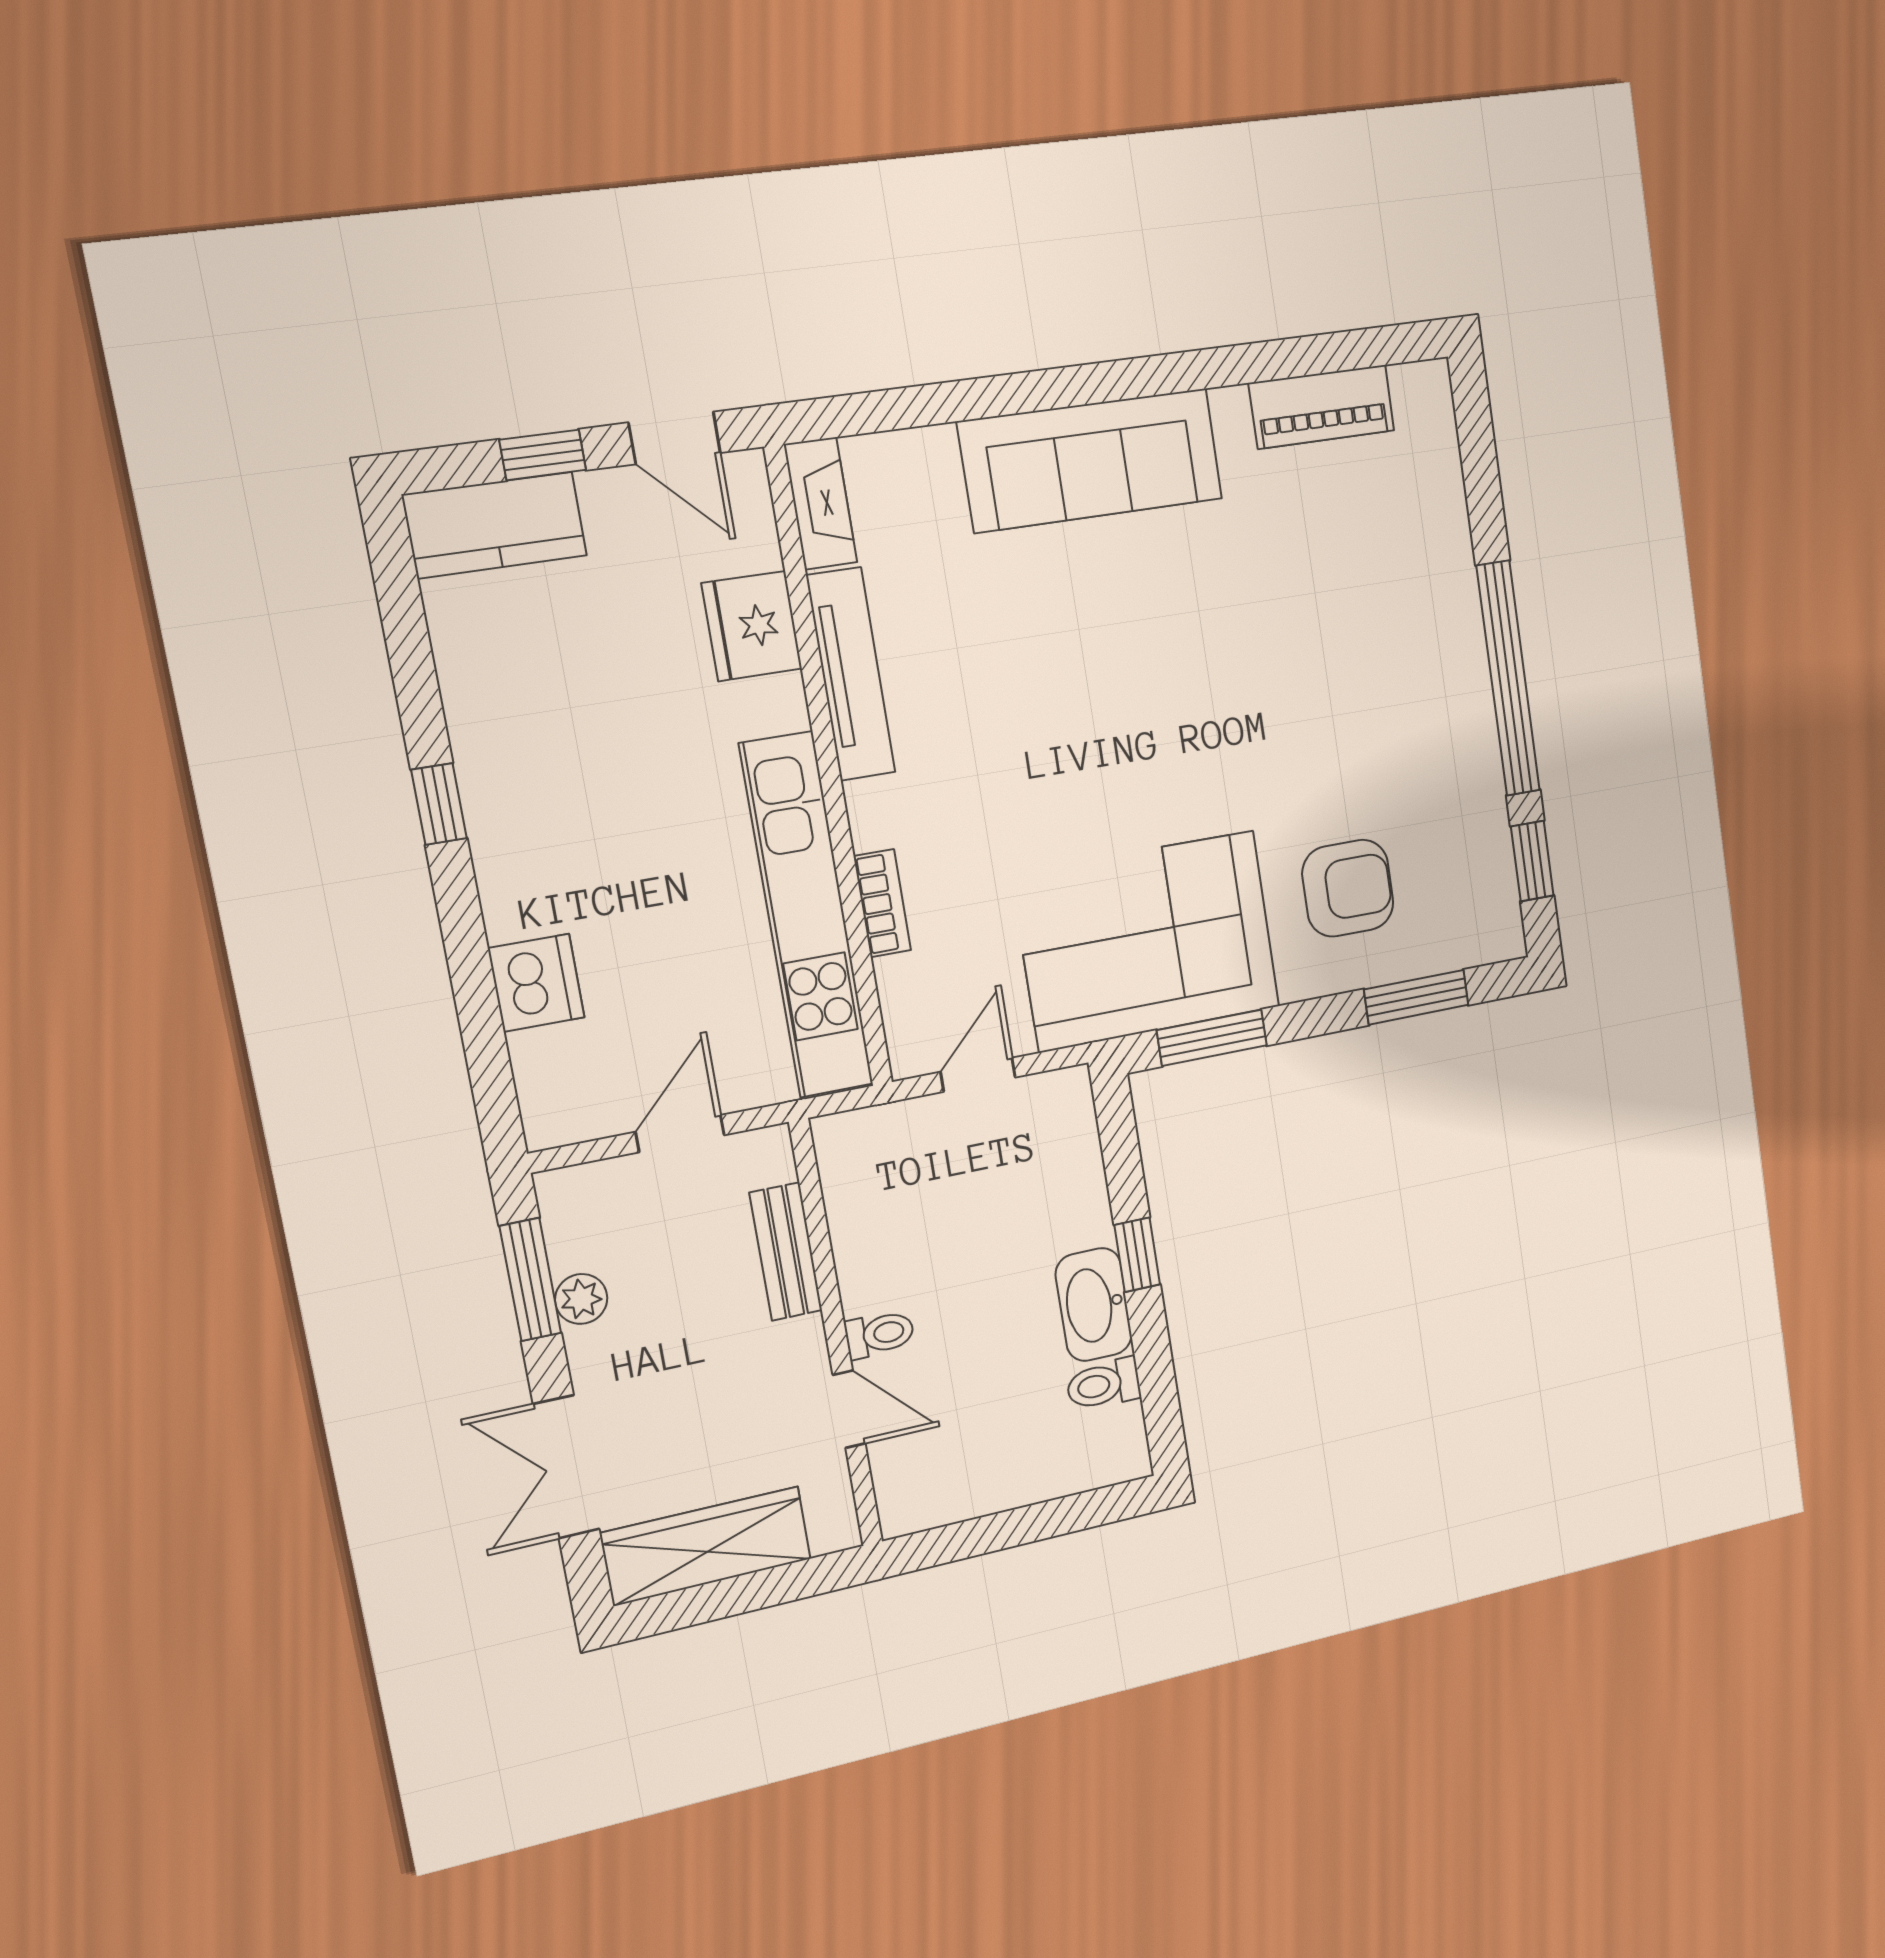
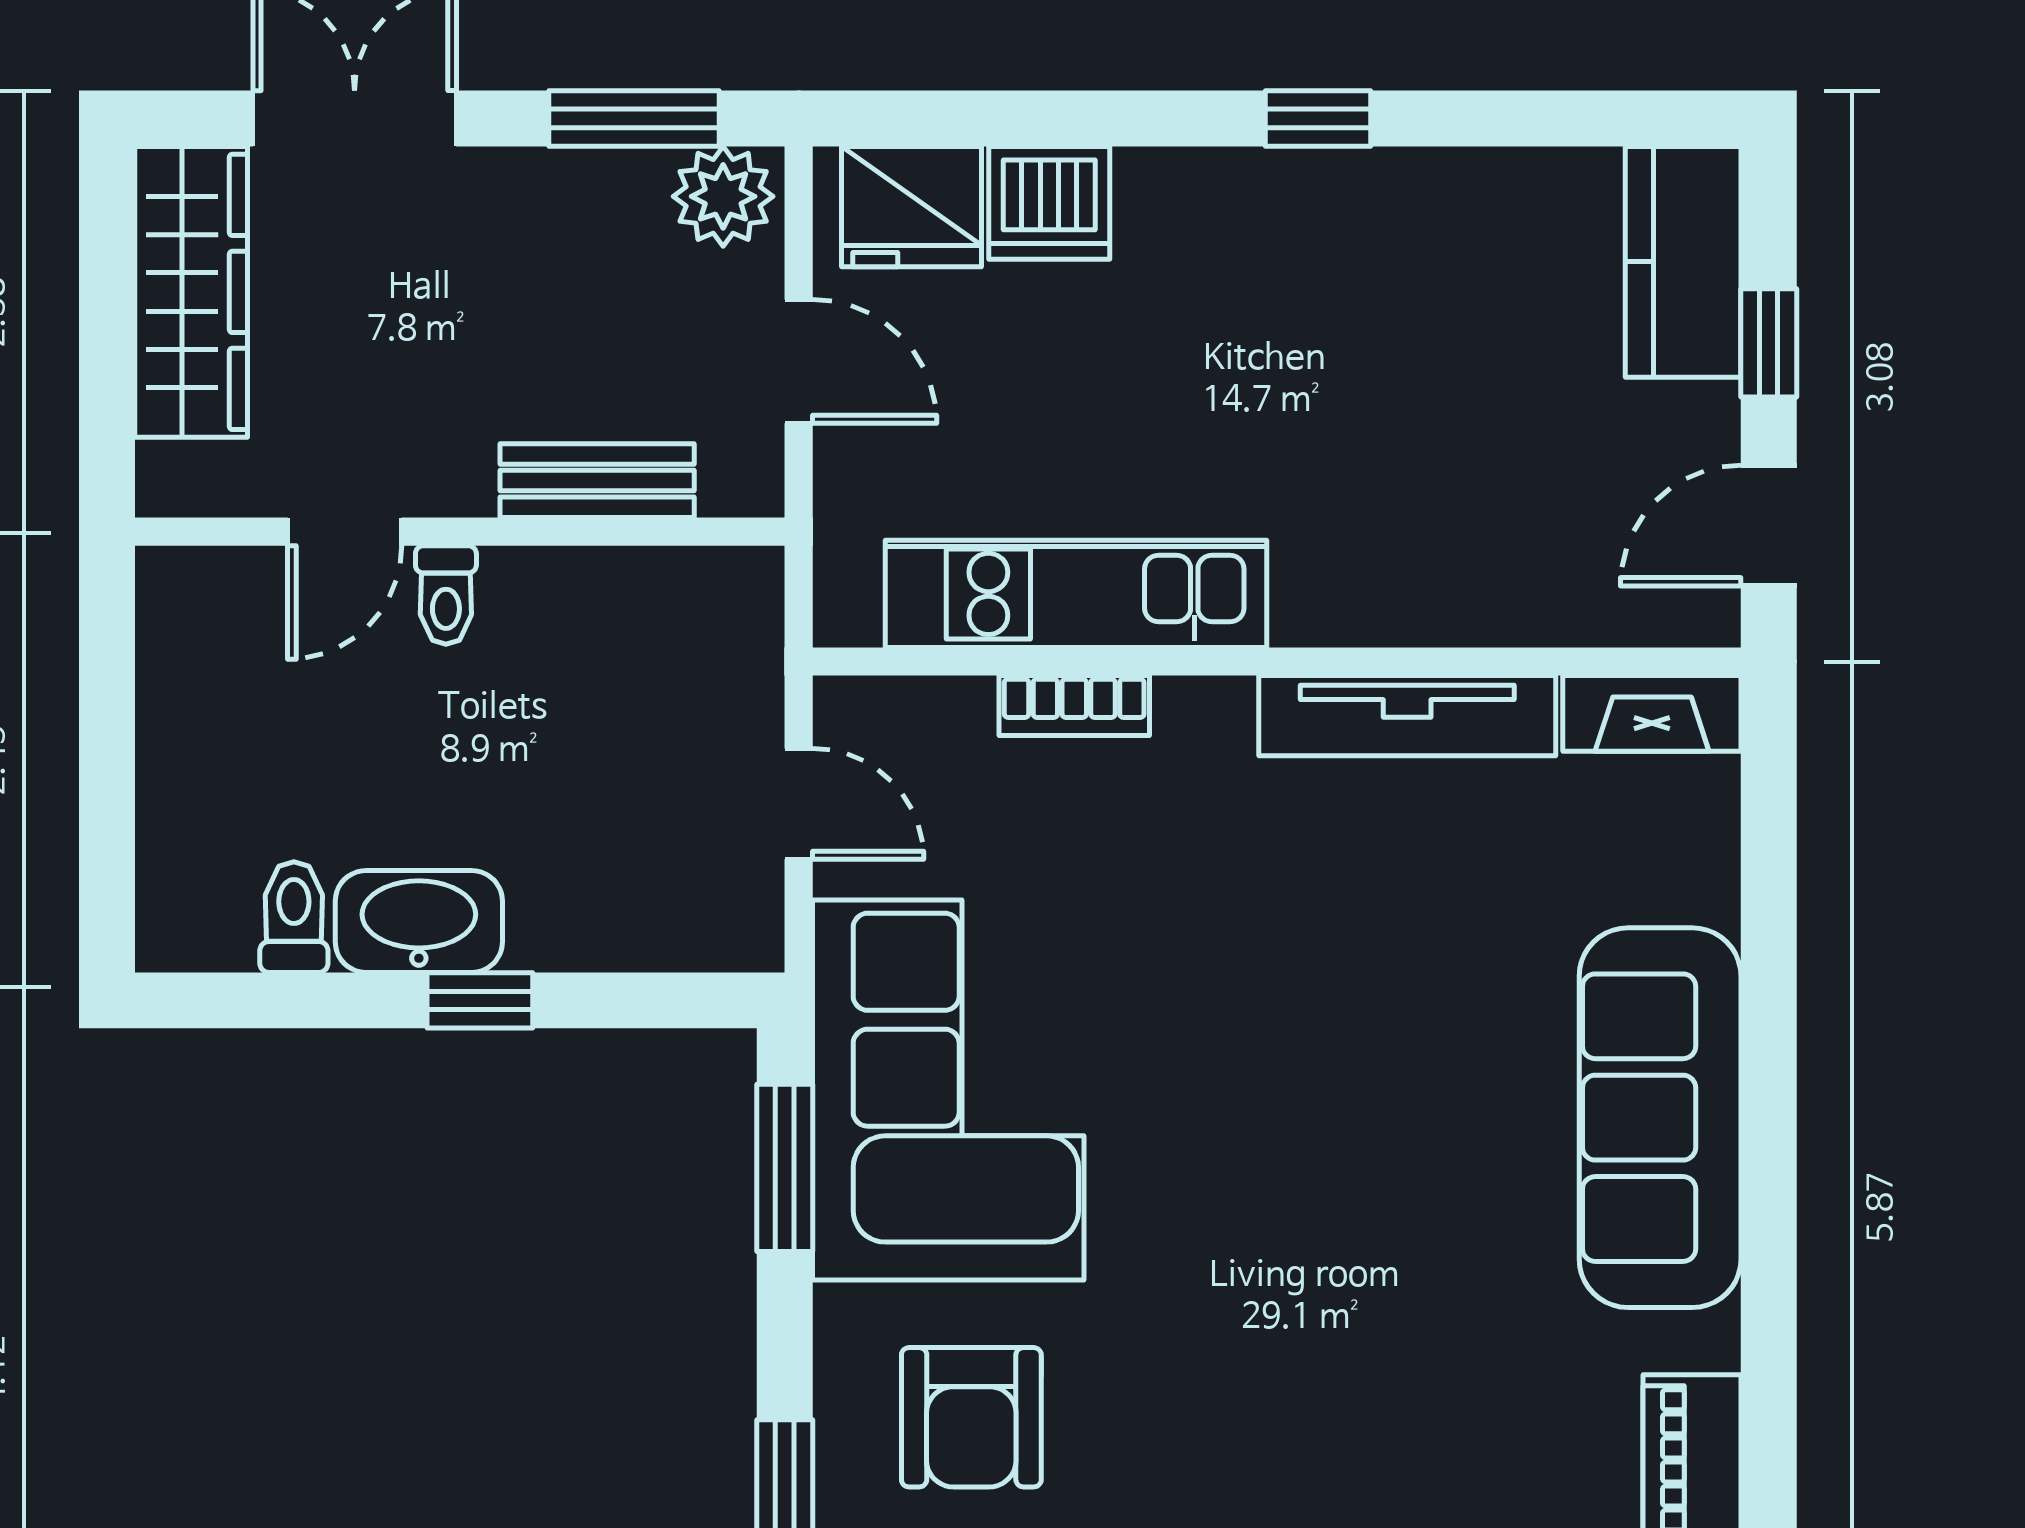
fridge: (752, 626) -> (912, 207), moved, turned 180
kitchen unit: (807, 915) -> (1076, 594), width x0.73
plant: (581, 1299) -> (723, 196), moved, width x1.38, depth x1.38

